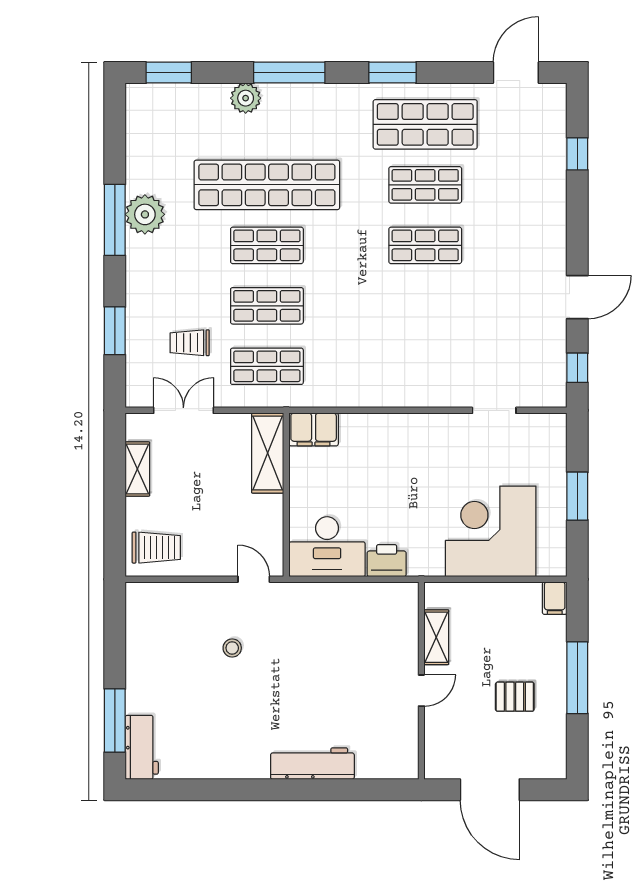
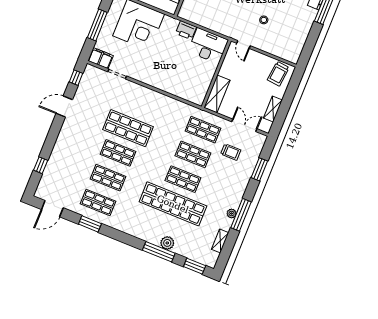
window: (289, 73) -> (159, 252), moved
window: (392, 73) -> (90, 224), moved
shop shelf: (425, 124) -> (98, 202), width x0.70, depth x0.74
shelving: (136, 147) -> (220, 241), added
plant: (145, 214) -> (232, 214), width x0.53, depth x0.53
shop shelf: (425, 306) -> (128, 128), added
double door: (183, 410) -> (244, 125), swing flipped
filing cabinet: (314, 429) -> (101, 58), moved
window: (577, 496) -> (97, 25), width x1.44
trolley: (156, 548) -> (278, 74), turned -84

